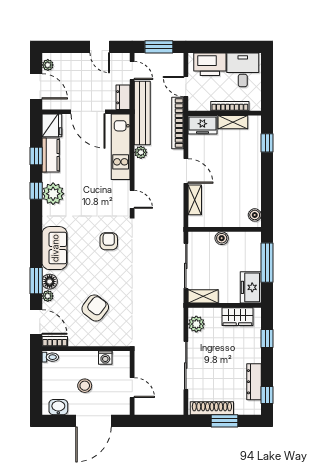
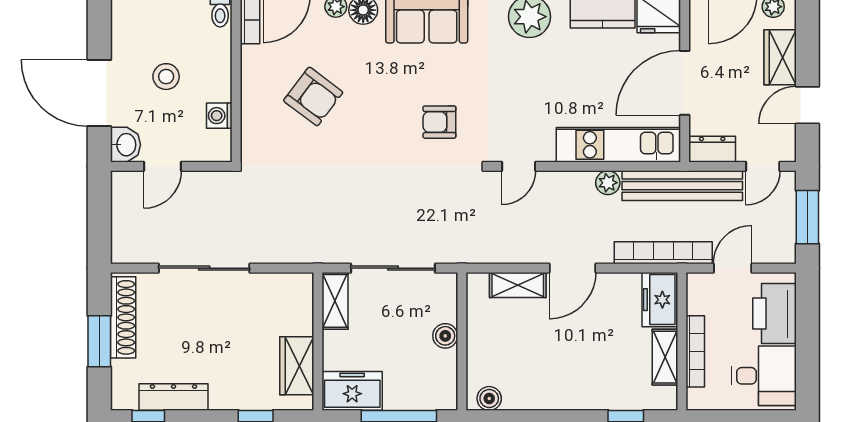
wardrobe: (75, 61) -> (780, 57), added
armchair: (109, 241) -> (439, 122), turned 180
plant: (196, 324) -> (283, 288), removed
washbasin: (58, 407) -> (125, 145), moved

